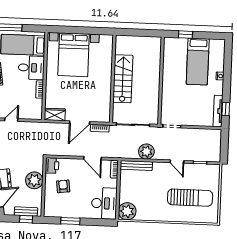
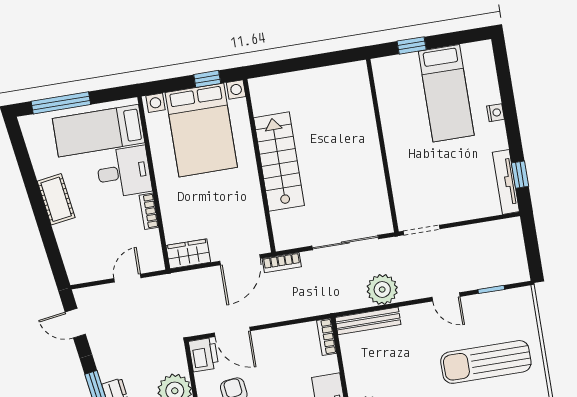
window: (82, 30) -> (207, 79), added
wall: (113, 79) -> (259, 166), moved
stairs: (123, 79) -> (279, 162), moved
door: (11, 120) -> (127, 278), moved
door: (92, 158) -> (232, 332), moved
sun lounger: (190, 198) -> (486, 362), turned 180

